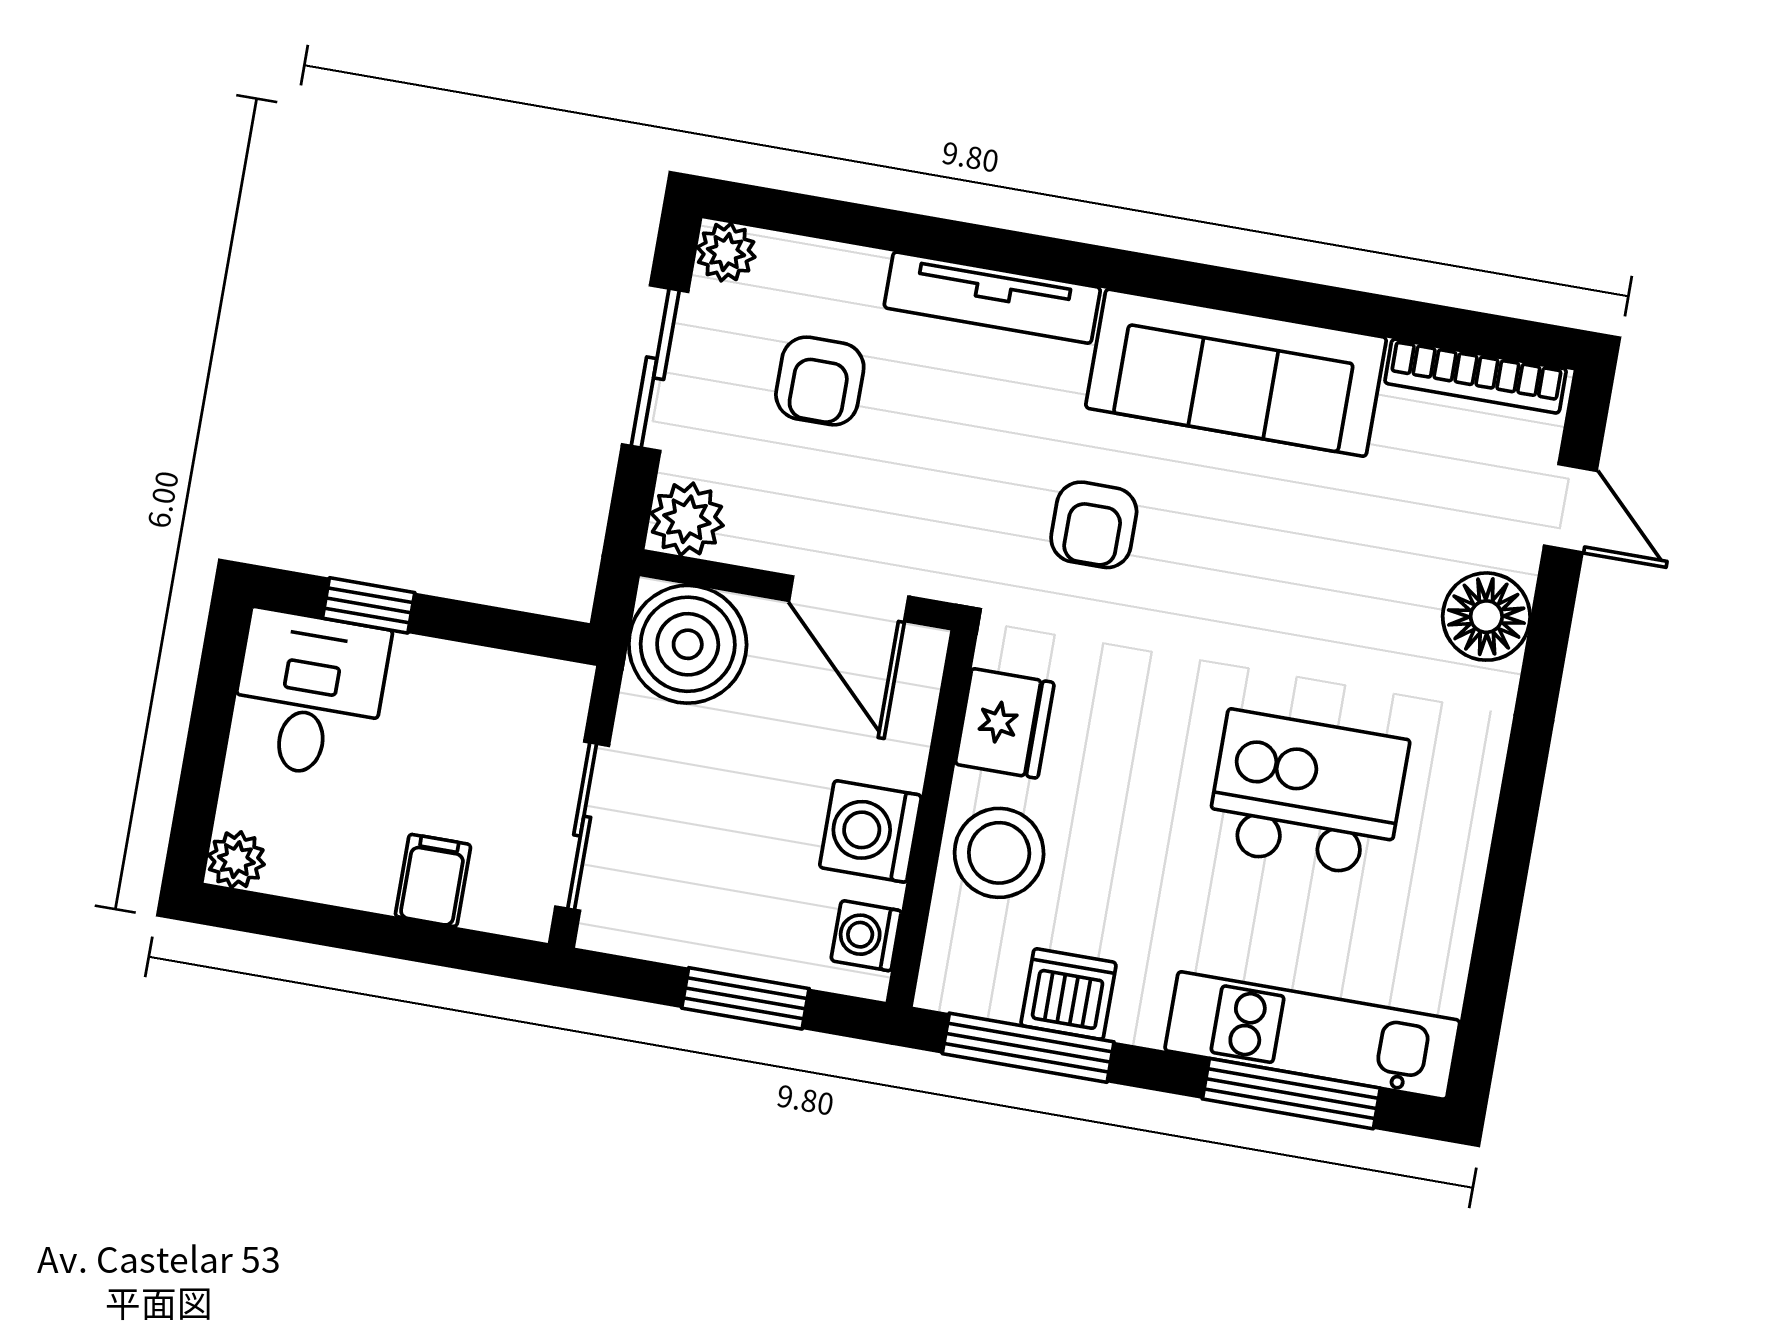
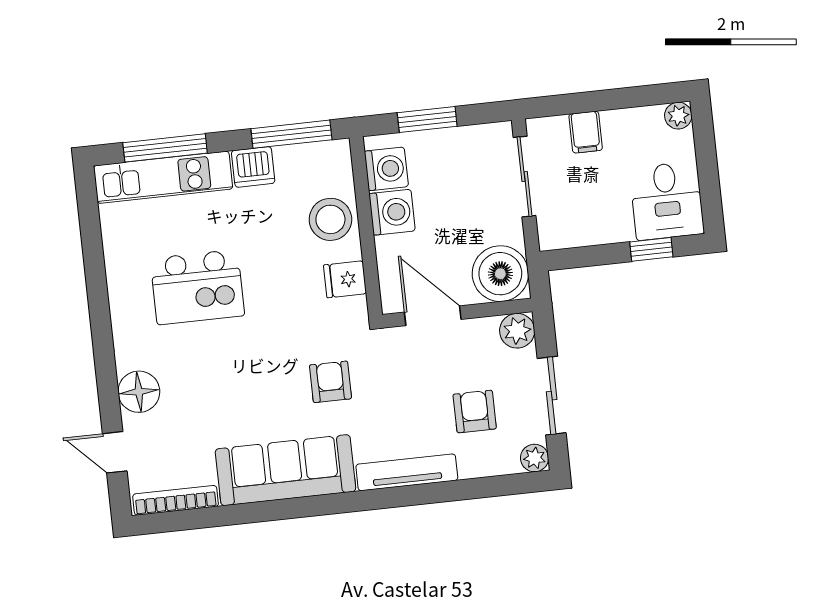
fridge: (1005, 723) -> (345, 279), width x0.72
washing machine: (866, 936) -> (386, 169), width x1.38, depth x1.38
dishwasher: (1069, 994) -> (253, 167), moved

